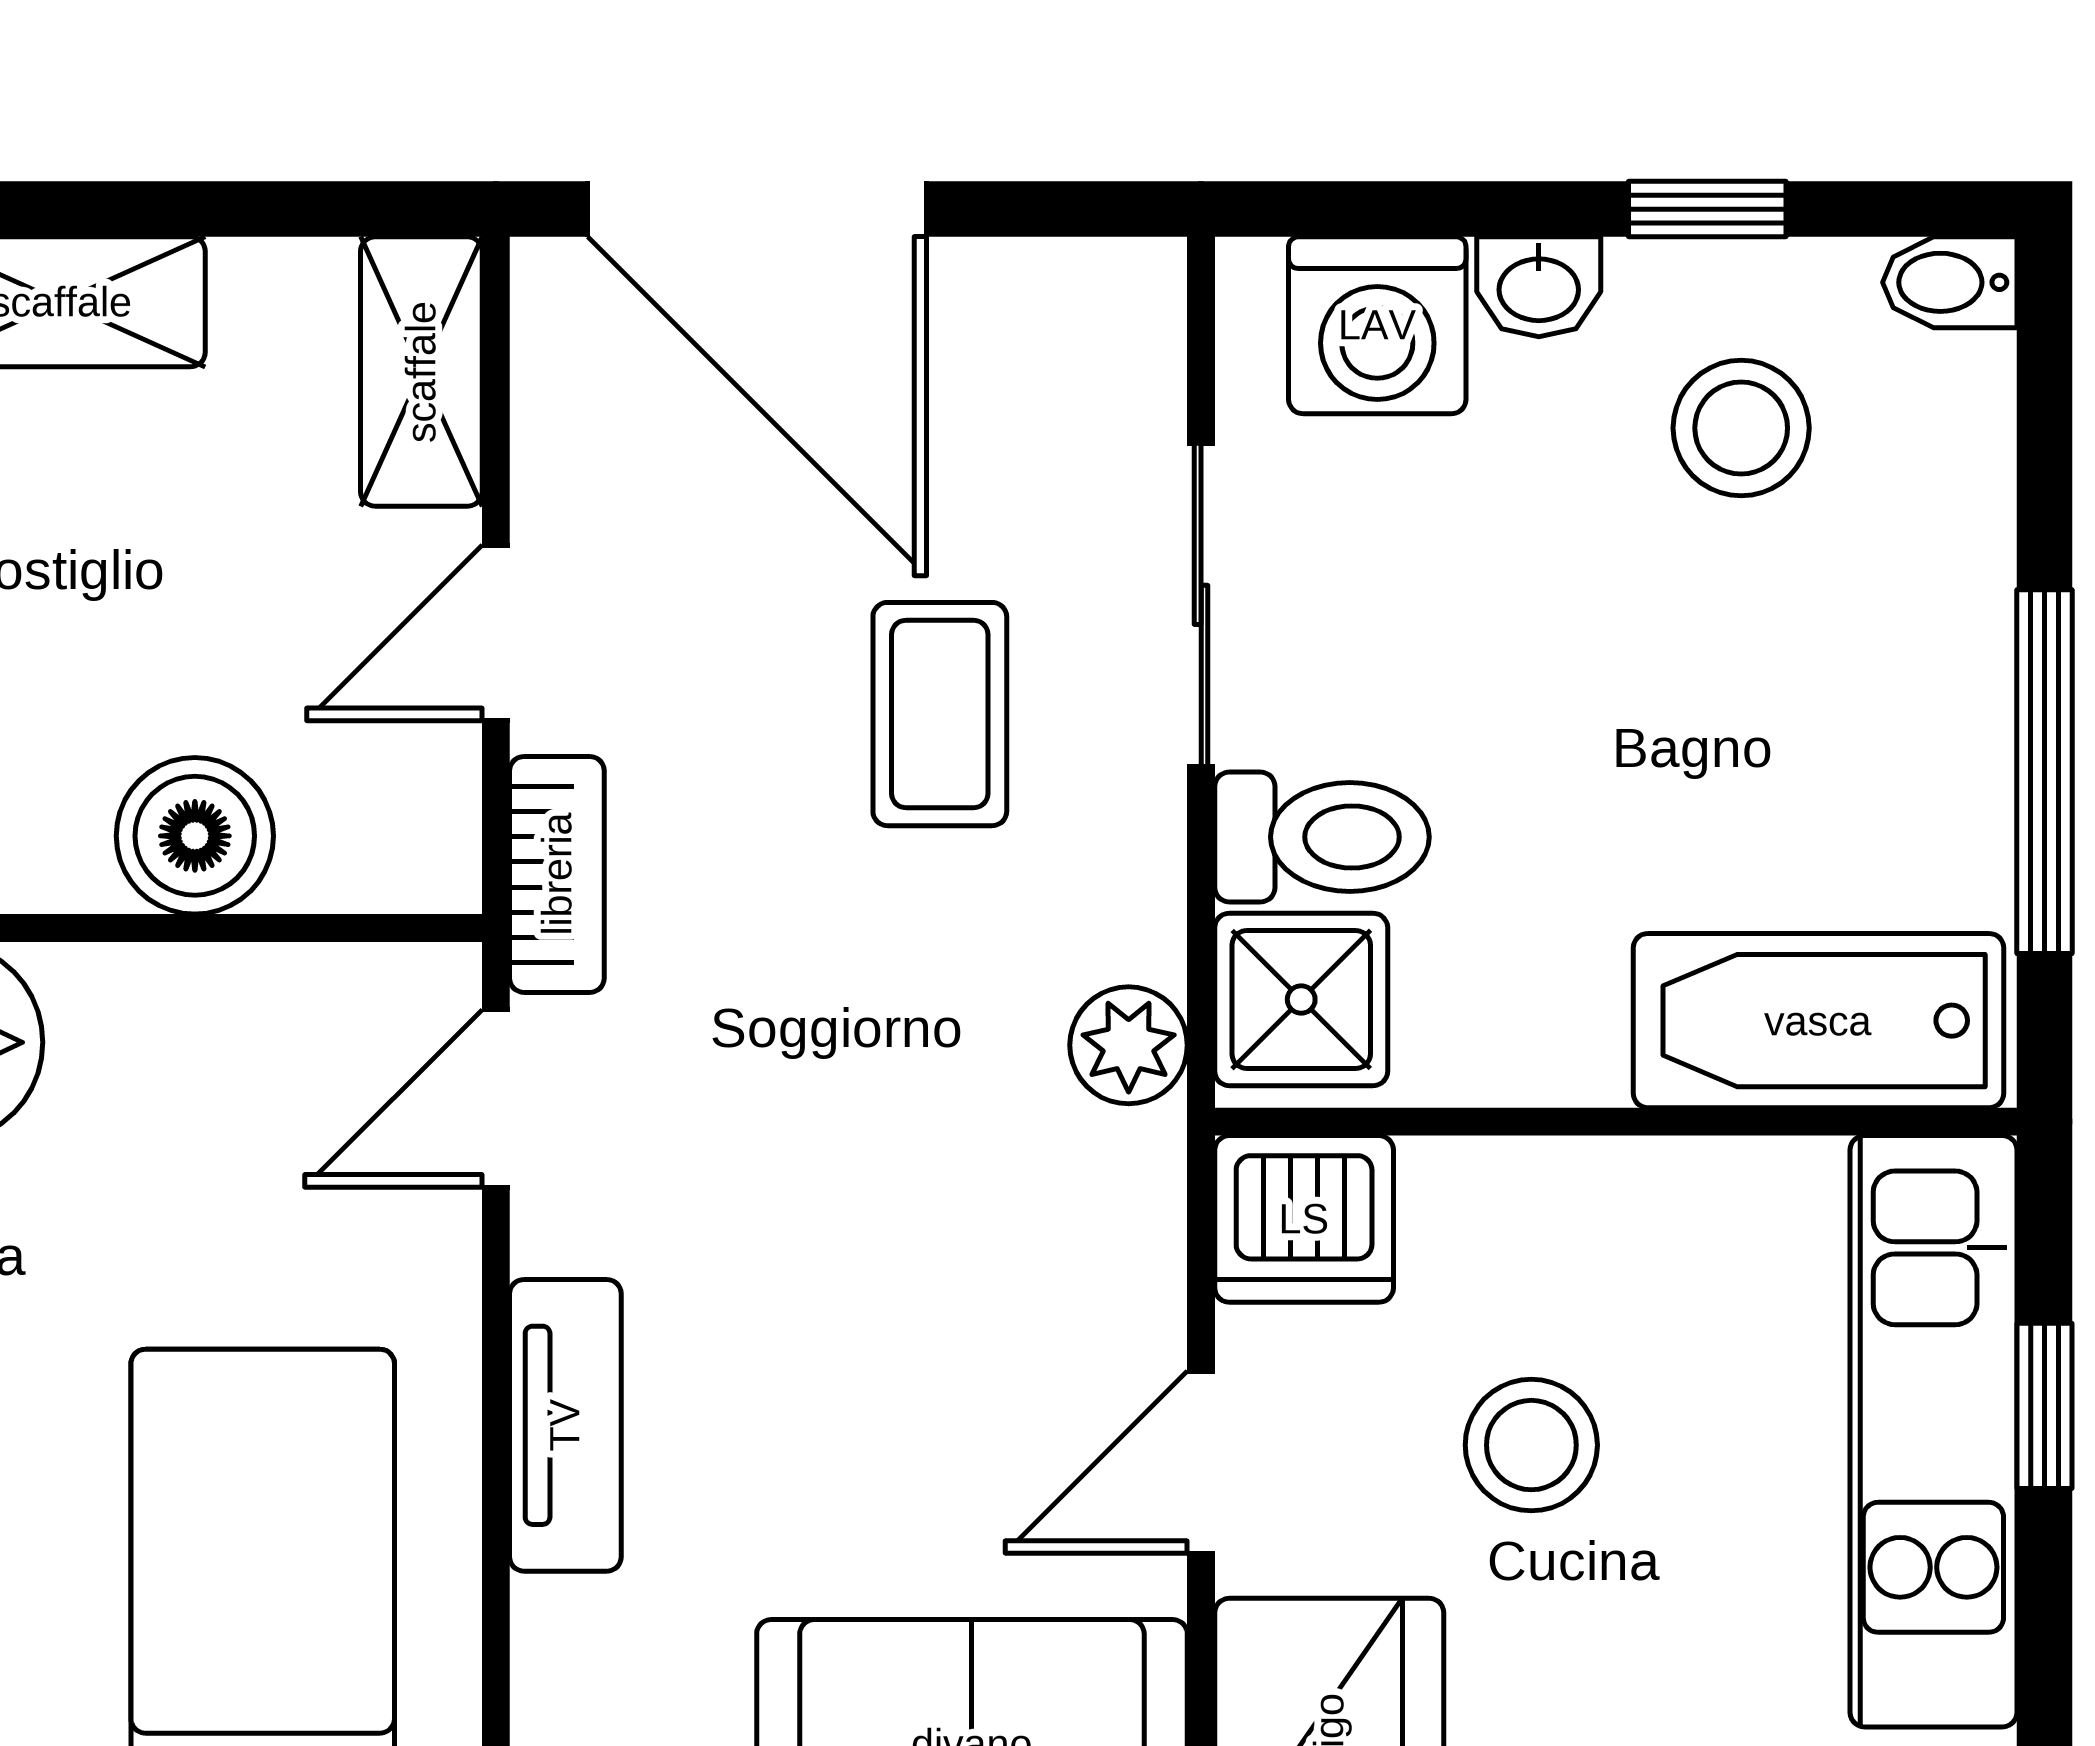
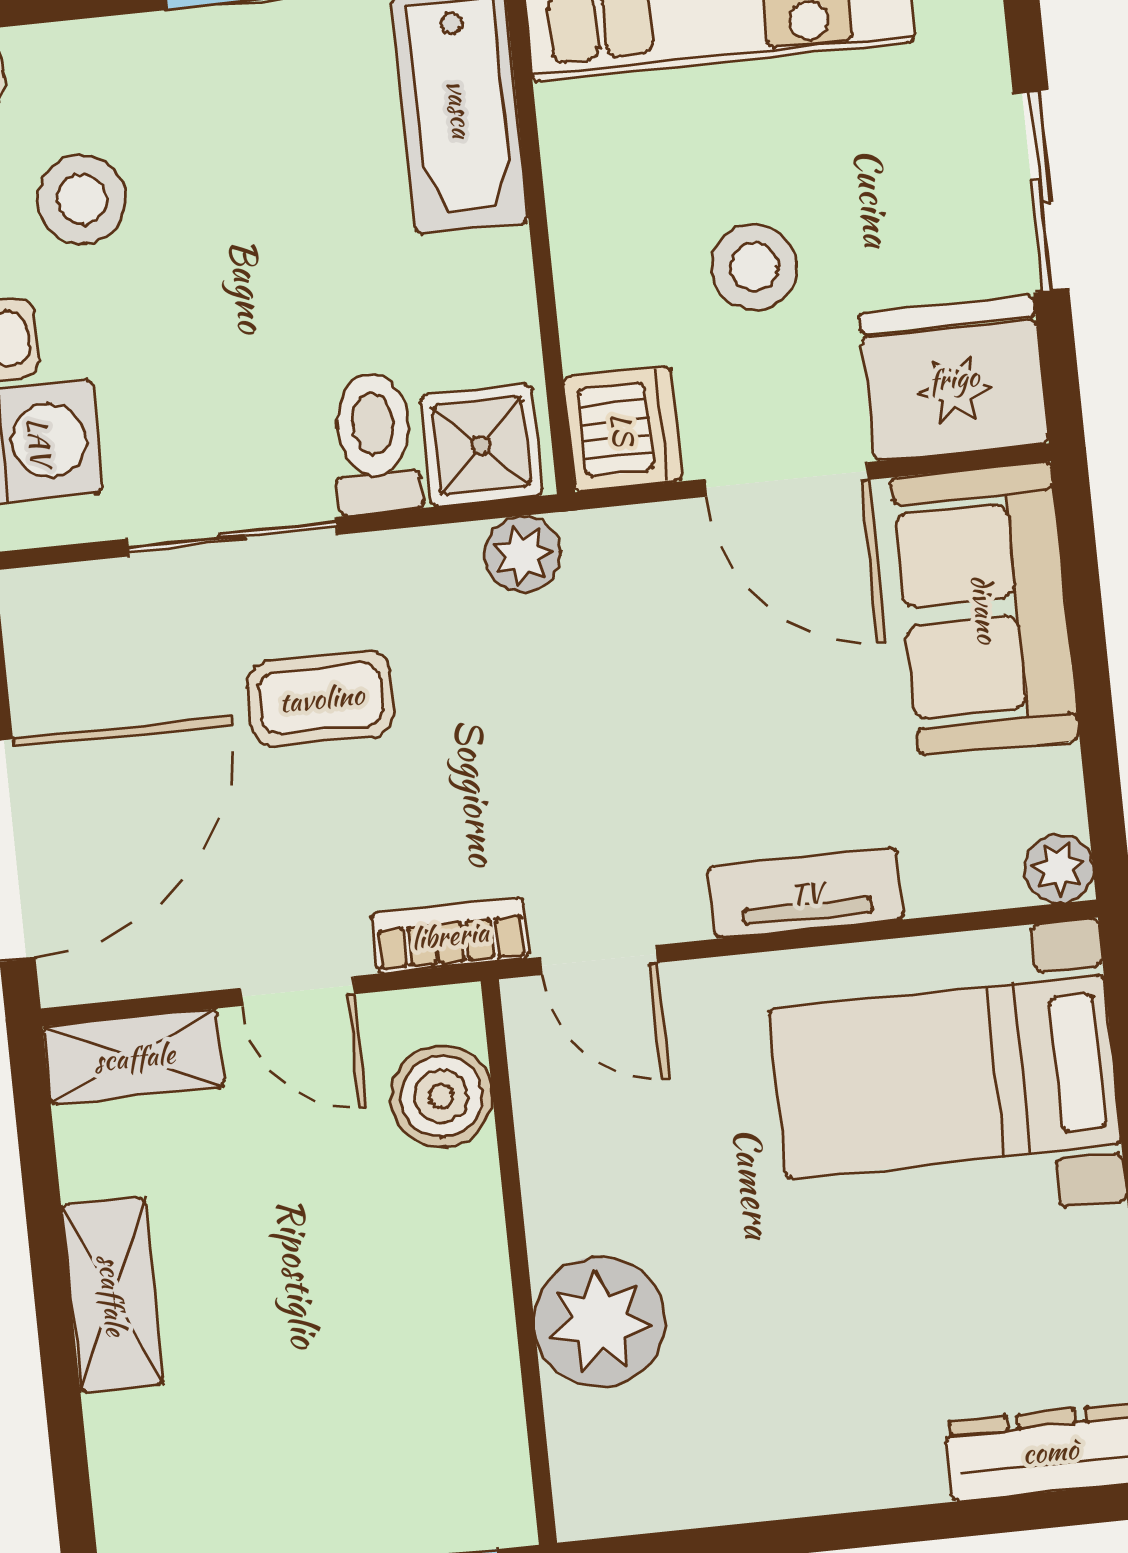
boiler: (195, 836) -> (441, 1096), moved
door: (1201, 1462) -> (787, 479), width x1.38

